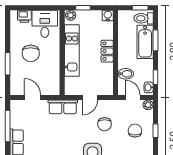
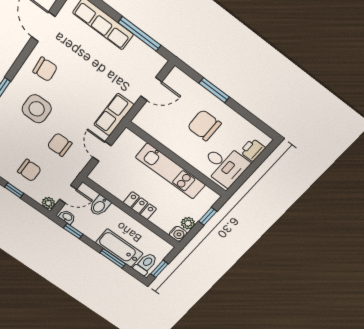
plant: (71, 15) -> (188, 223), moved

